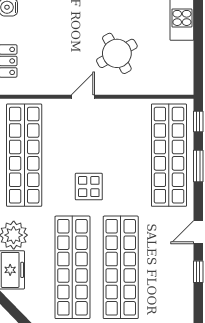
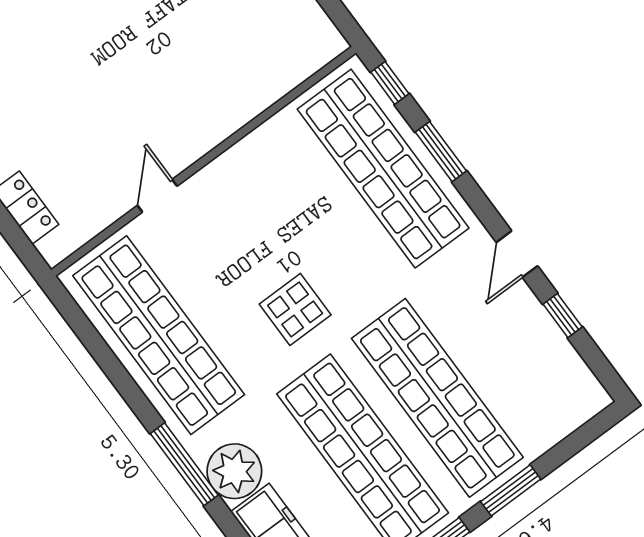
round table: (117, 53) -> (185, 71), removed
door: (83, 97) -> (157, 196), moved

